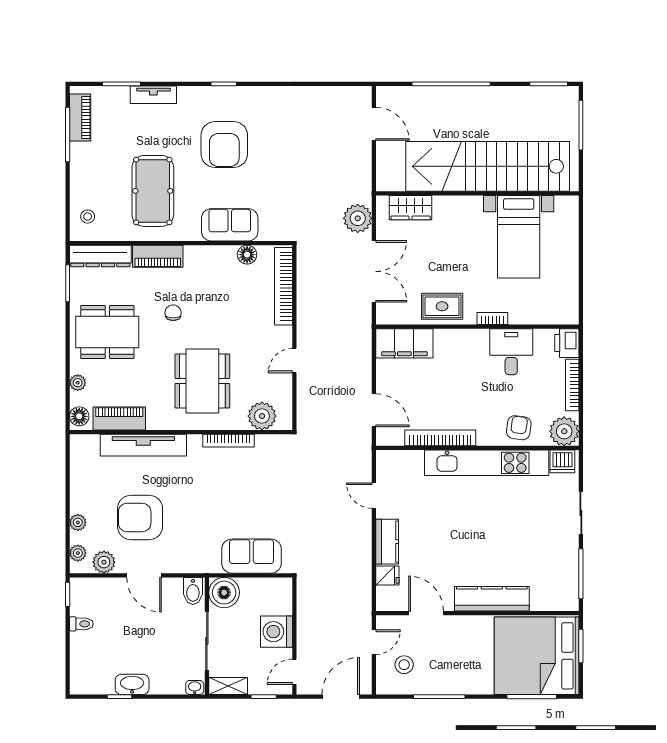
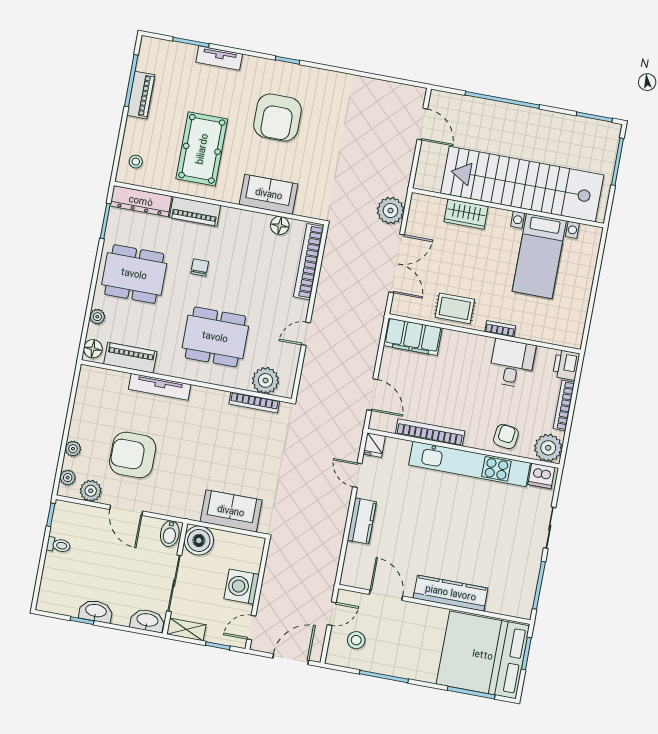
piano: (80, 117) -> (141, 95), moved
wardrobe: (411, 208) -> (466, 214), moved
dining table: (202, 381) -> (215, 337), turned 90
bookcase: (228, 441) -> (254, 402), moved
tv unit: (143, 445) -> (160, 387), width x0.73, depth x0.78
fridge: (387, 575) -> (374, 445), moved, turned 90
washbasin: (195, 687) -> (147, 621), width x1.91, depth x1.45

